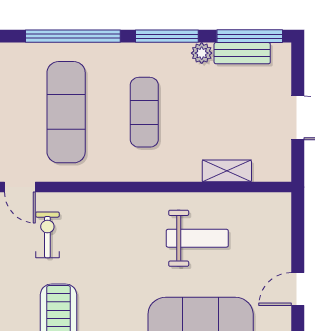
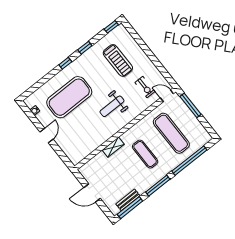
plant: (202, 53) -> (142, 189), removed
shelving: (227, 171) -> (113, 147), moved
weight bench: (197, 238) -> (112, 106), moved

